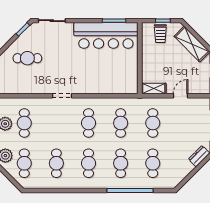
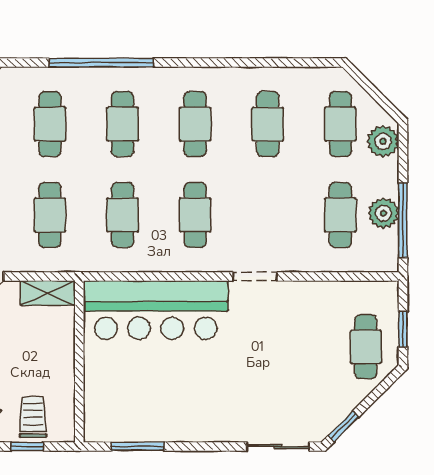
bar counter: (106, 35) -> (156, 310), moved, turned 180
cafe table: (27, 58) -> (366, 347), moved, turned 90

